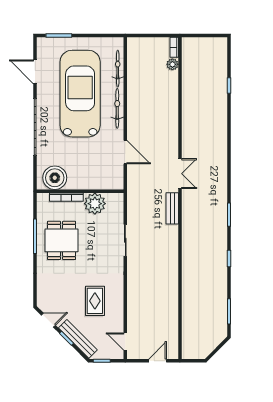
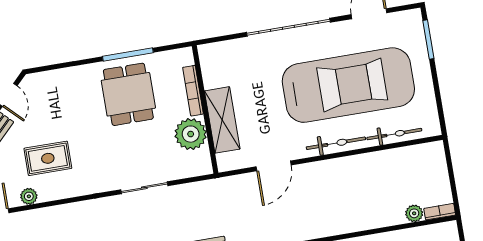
boiler: (55, 178) -> (219, 69), removed
shelving: (89, 181) -> (222, 120), added
dining table: (62, 240) -> (128, 94), turned 90
plant: (118, 318) -> (29, 196), added

